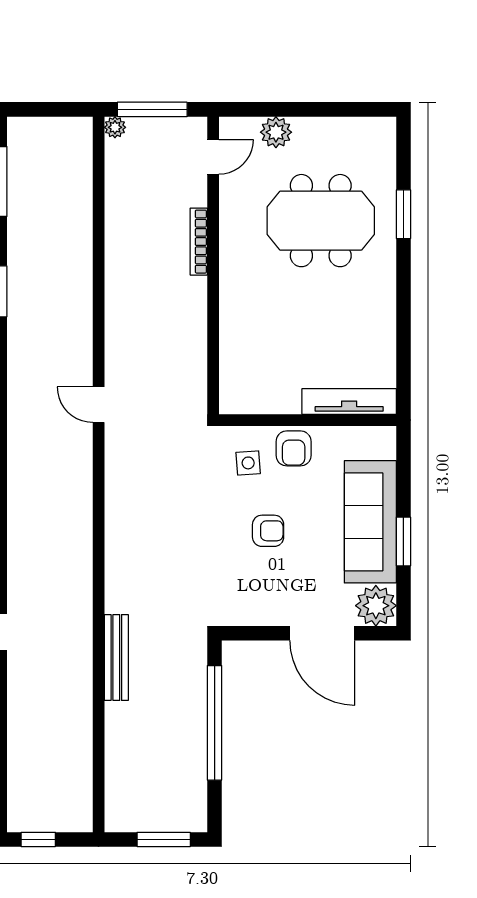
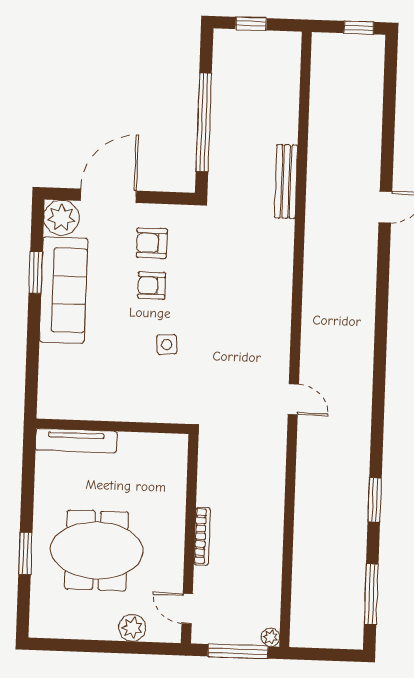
door: (213, 157) -> (187, 609), hinge flipped
tv unit: (349, 402) -> (76, 441), moved
wall: (308, 420) -> (113, 426), moved
armchair: (294, 448) -> (152, 243), moved, turned -90
door: (322, 633) -> (108, 196), hinge flipped
window: (164, 839) -> (251, 24), width x0.67

